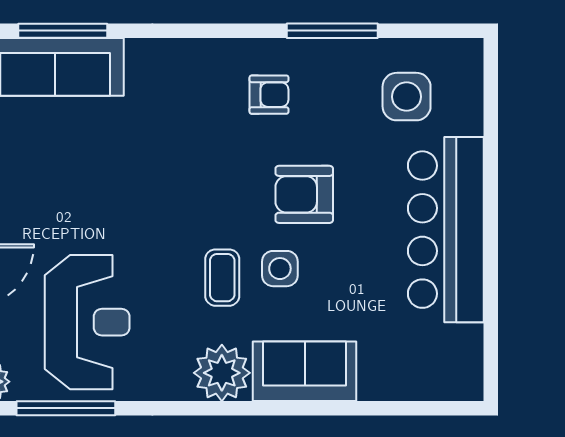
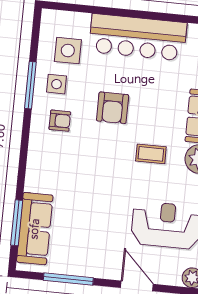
armchair: (269, 95) -> (60, 121), turned 90
side table: (280, 269) -> (57, 84), moved

